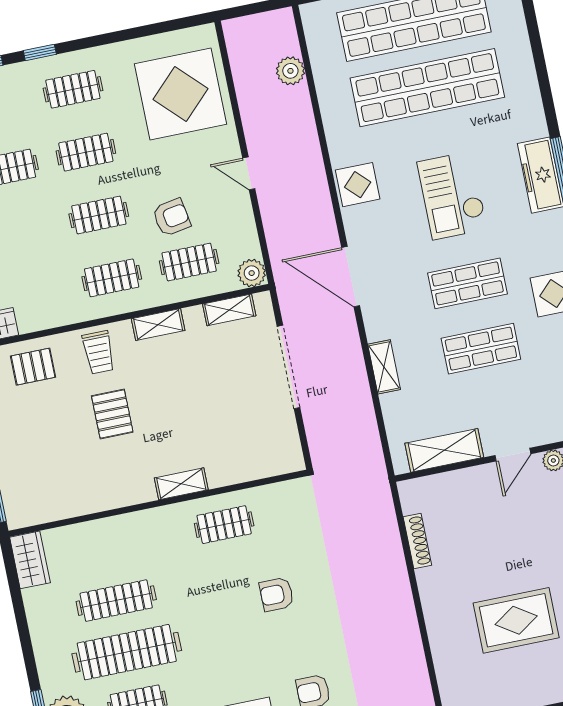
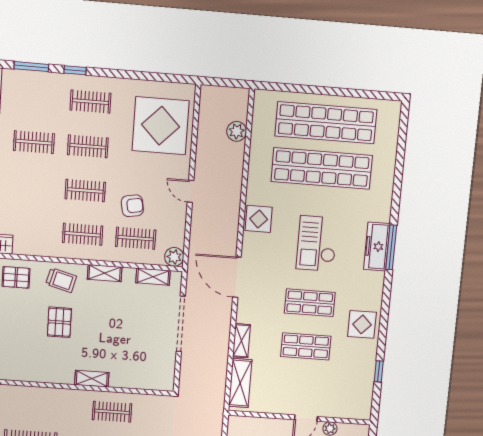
trolley: (99, 352) -> (61, 280), turned -75
shelving: (444, 450) -> (240, 383), moved, turned 90

